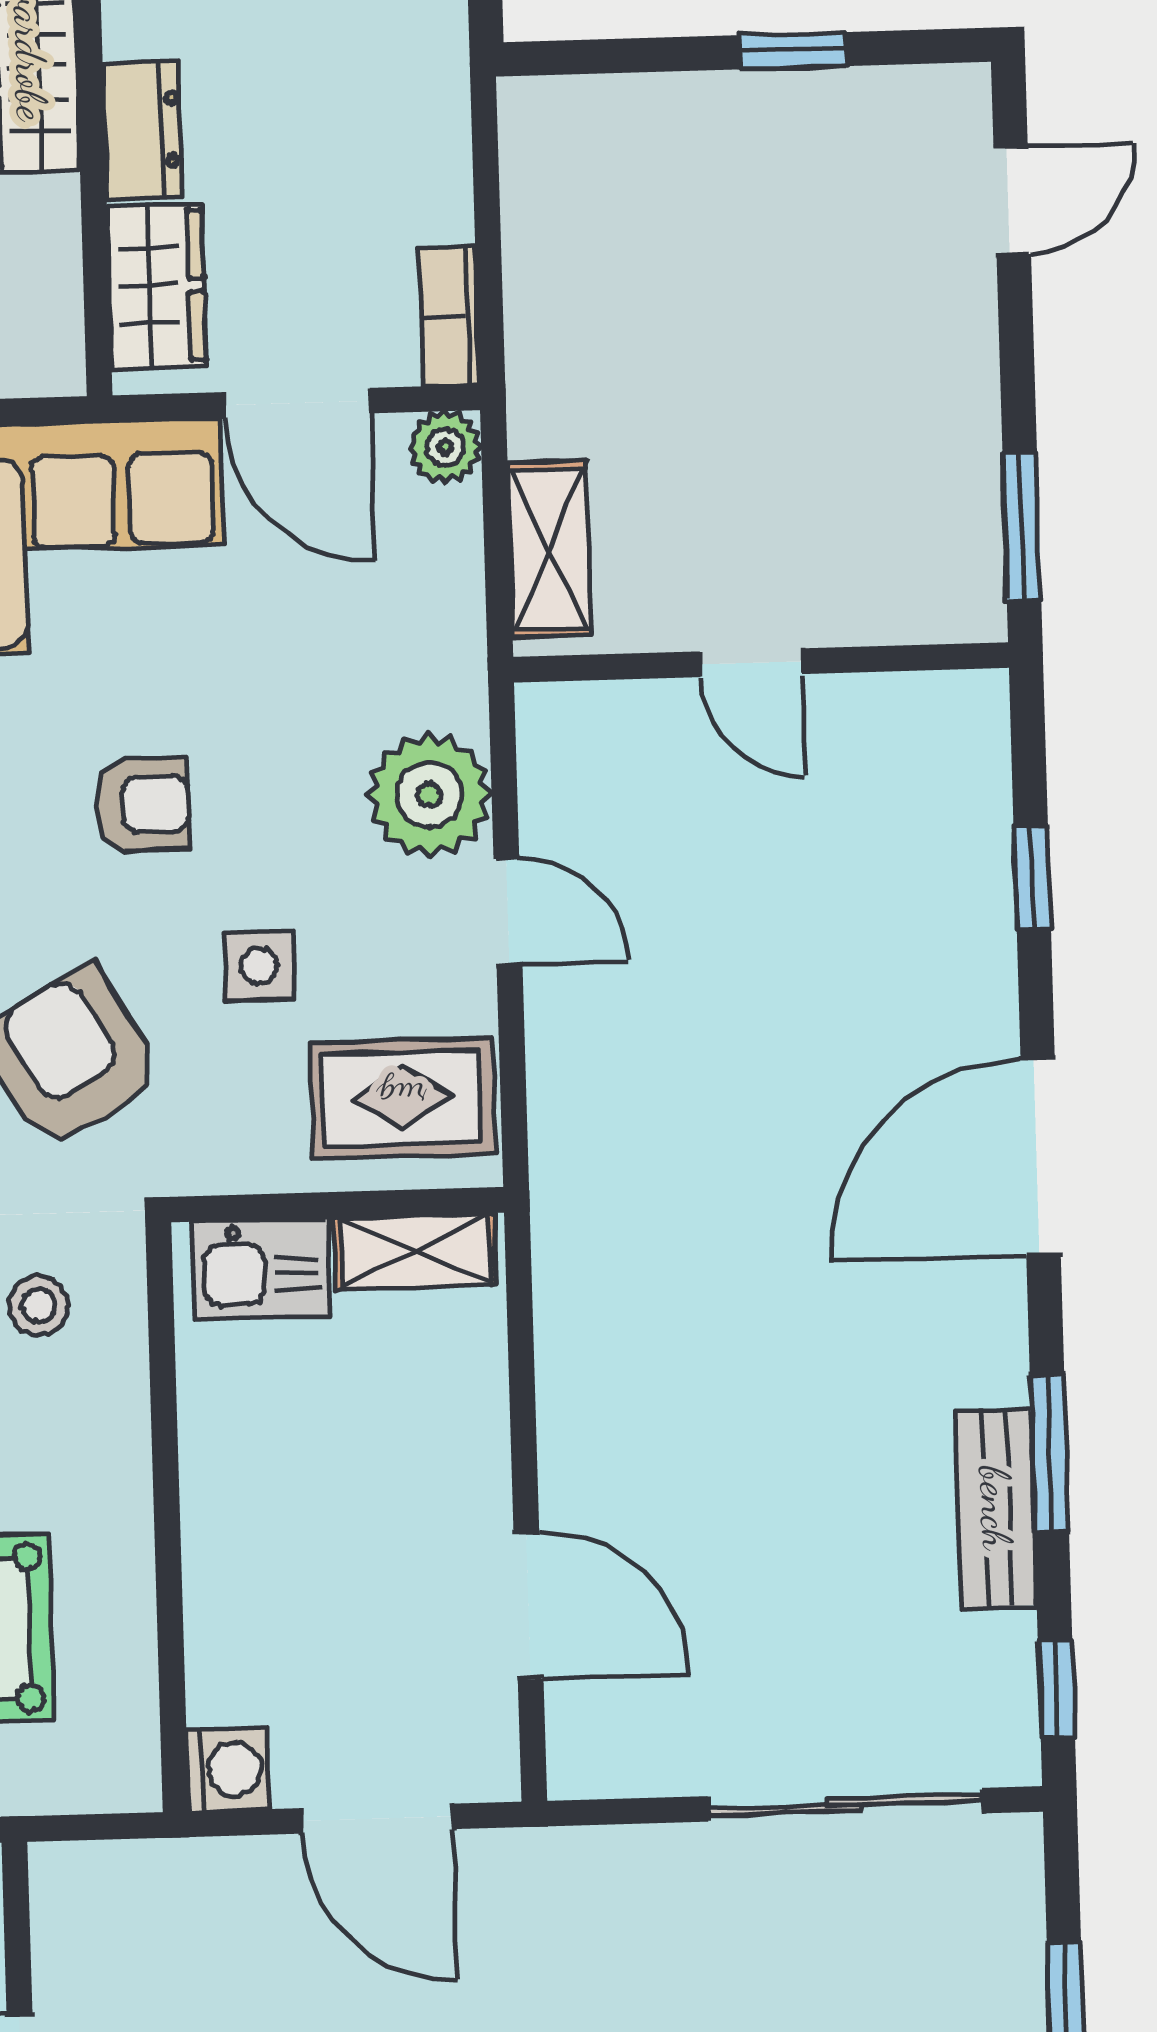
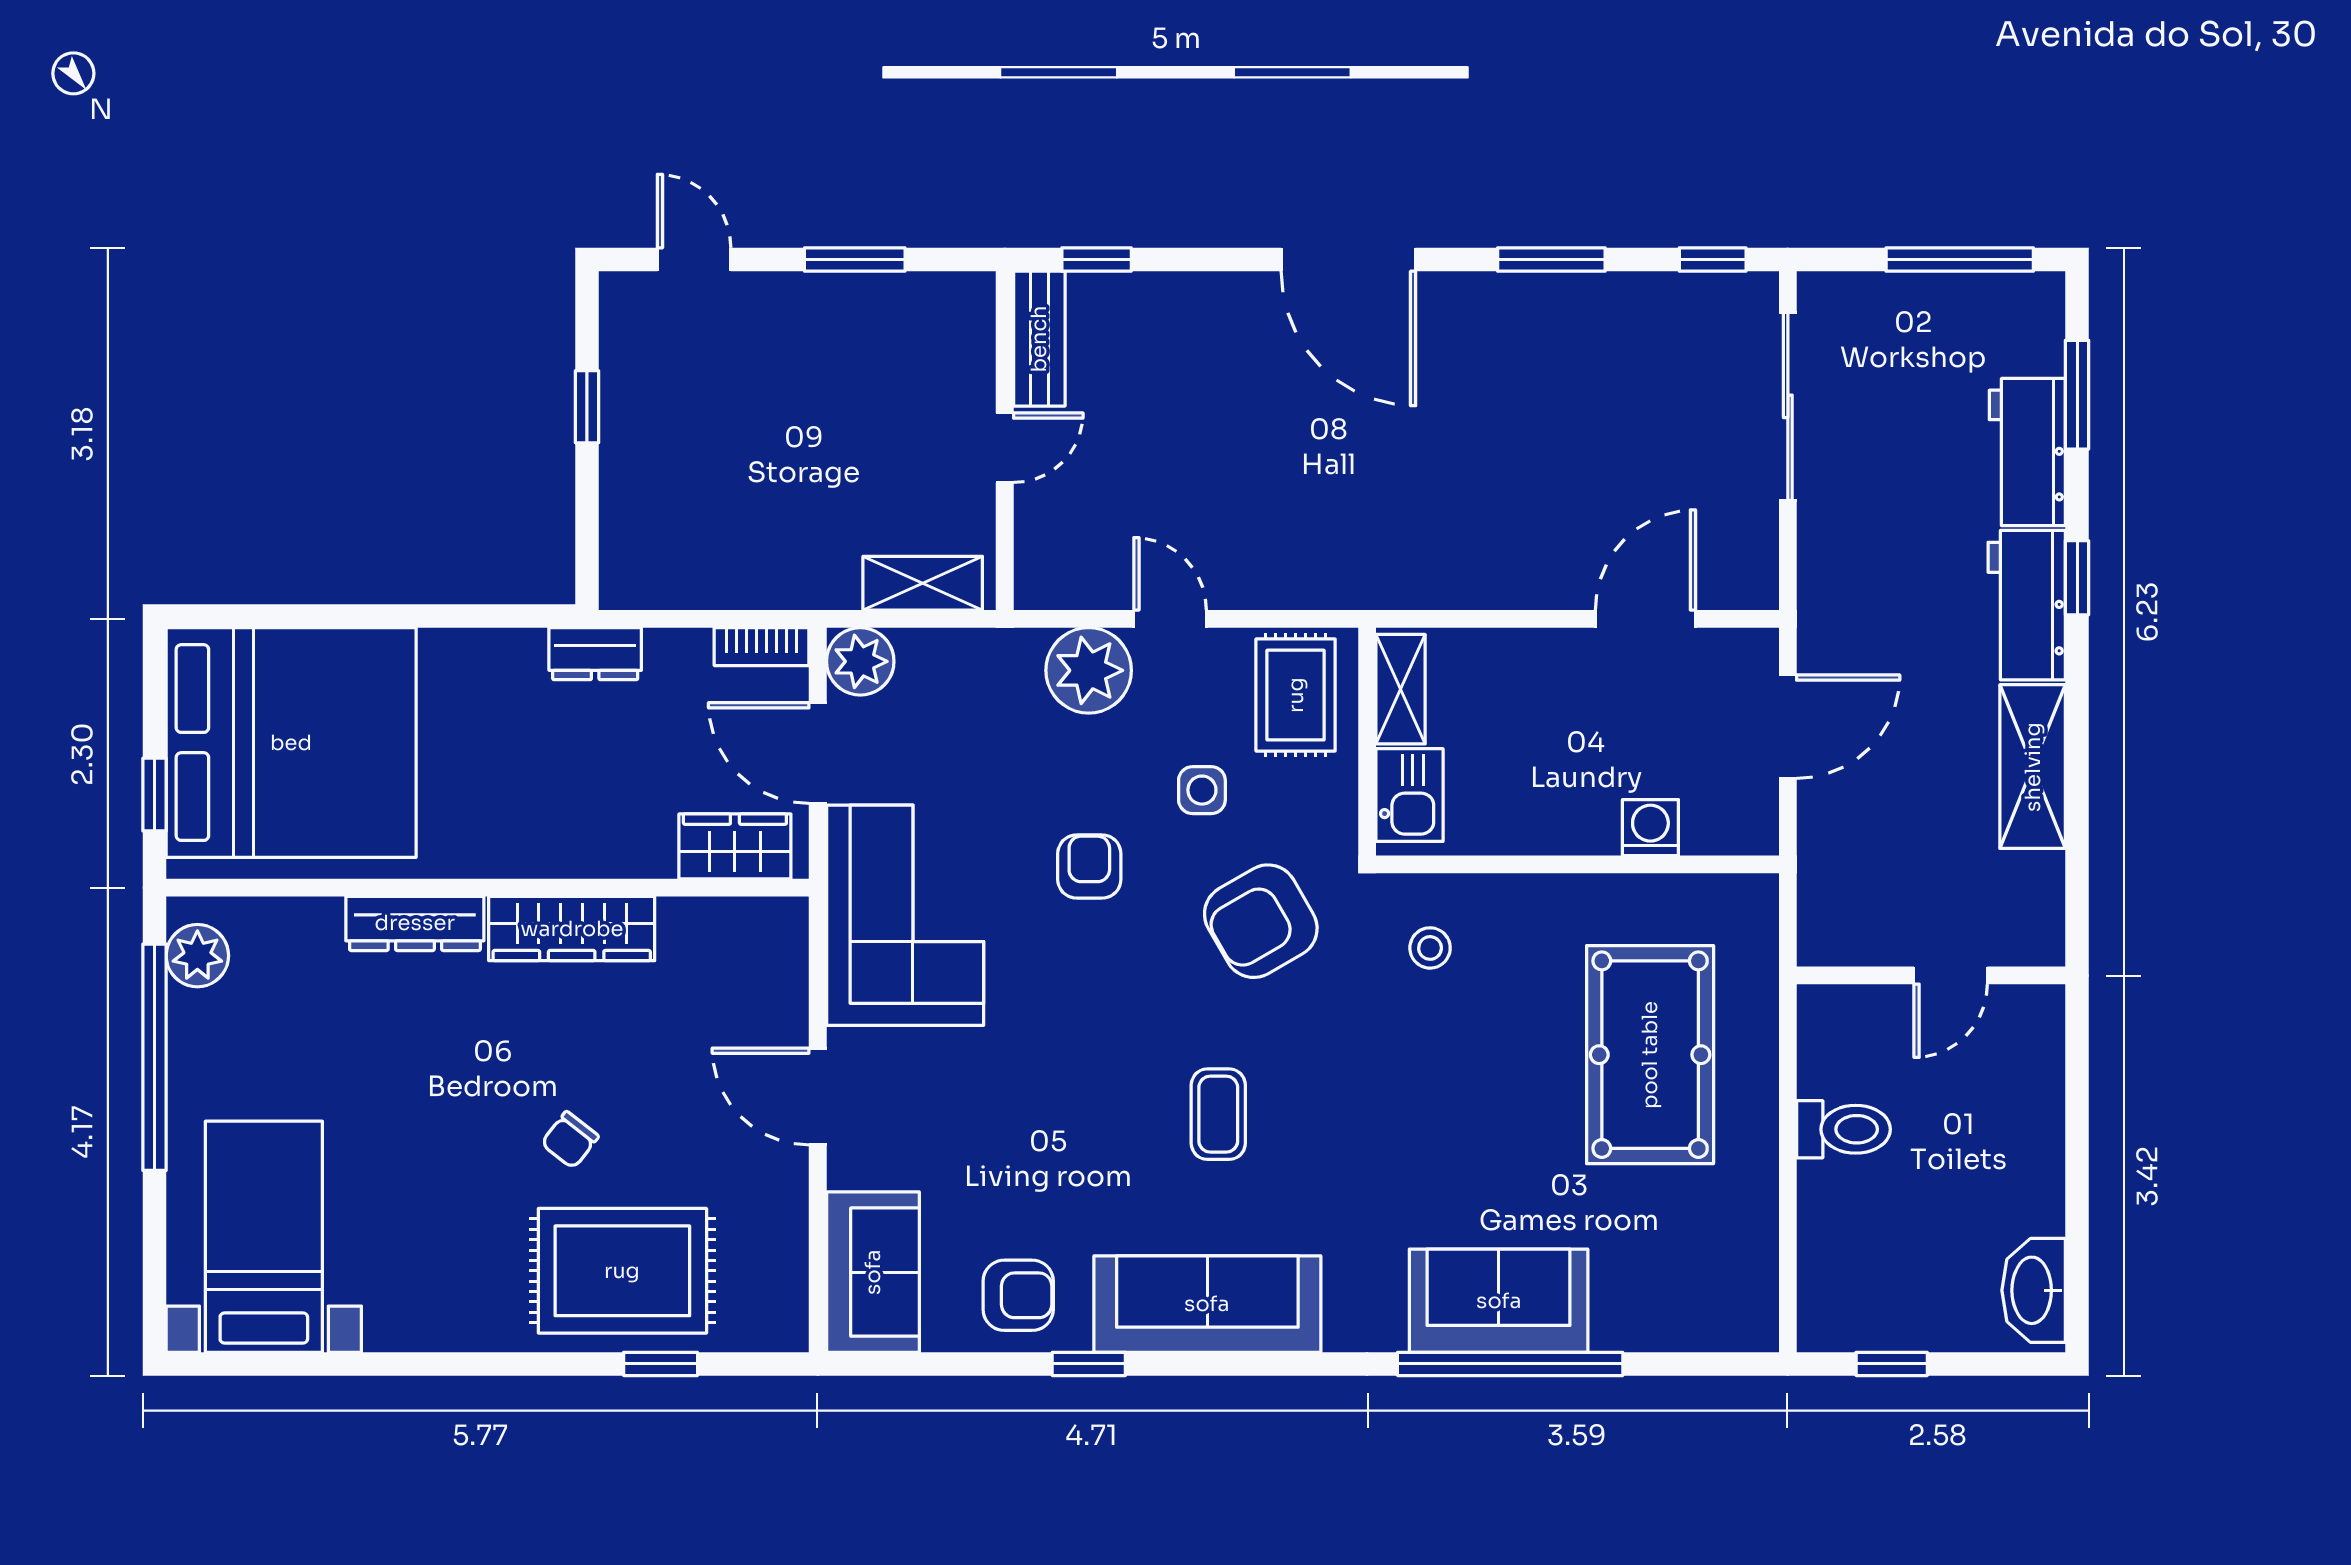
dresser: (143, 130) -> (595, 654), moved, turned 180
door: (297, 403) -> (818, 753), swing flipped
plant: (445, 447) -> (860, 661), width x1.38, depth x1.38
window: (1022, 526) -> (855, 260), moved
window: (1032, 878) -> (1097, 260), moved
door: (508, 912) -> (1170, 619), hinge flipped
bench: (996, 1508) -> (1039, 339), moved, turned 90
washing machine: (228, 1769) -> (1650, 828), moved

